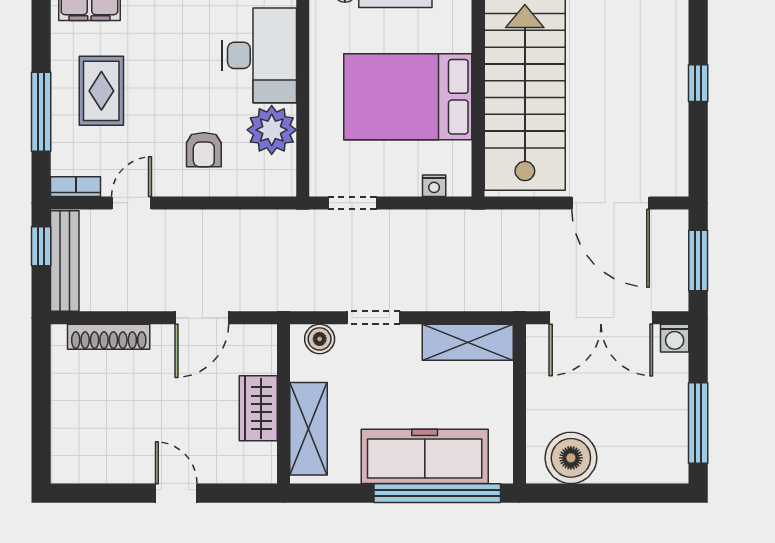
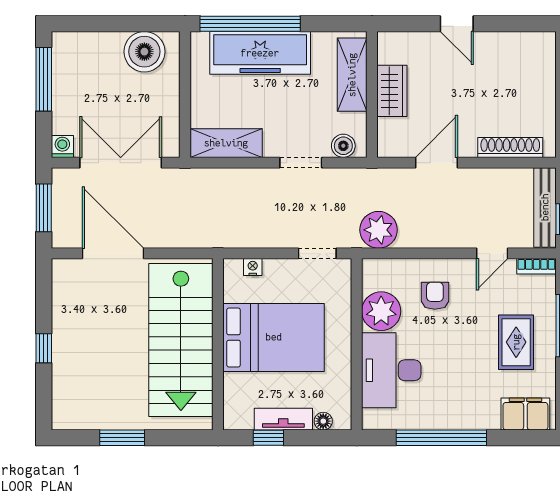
plant: (275, 233) -> (379, 230), added

